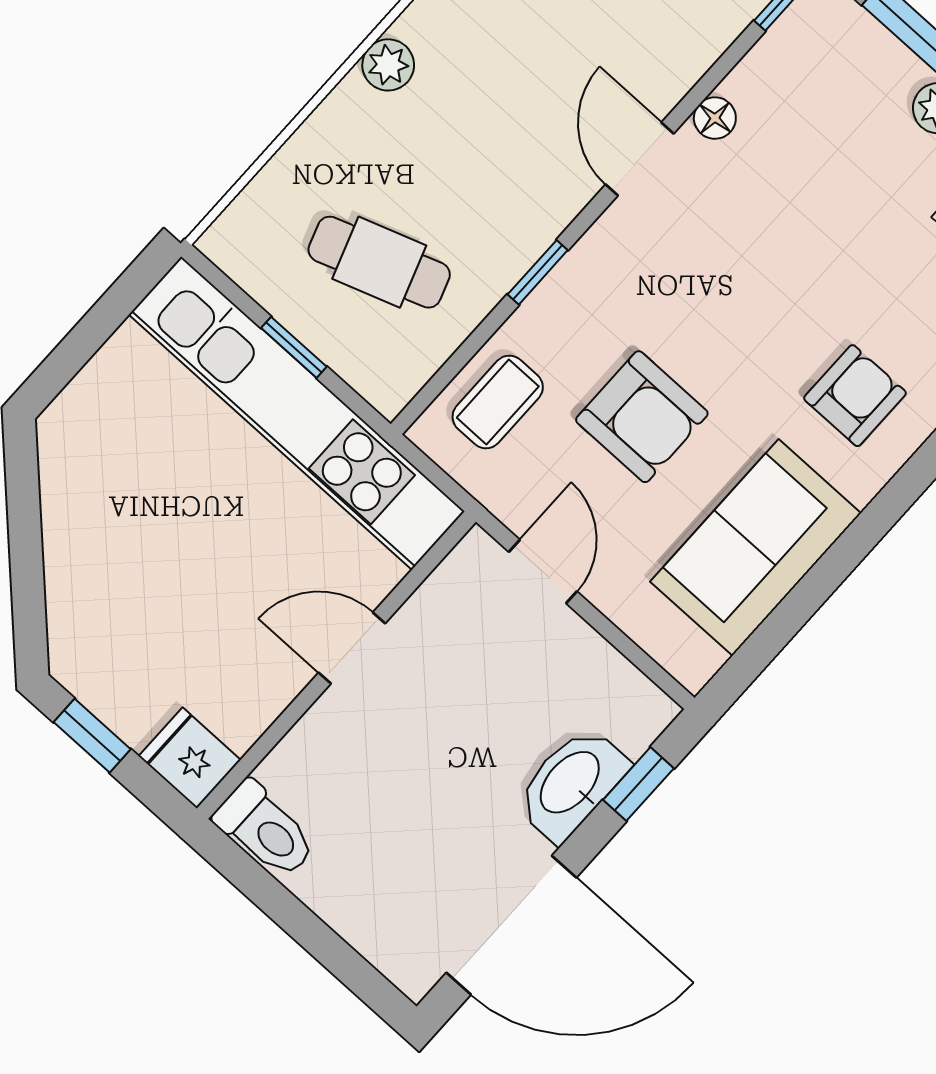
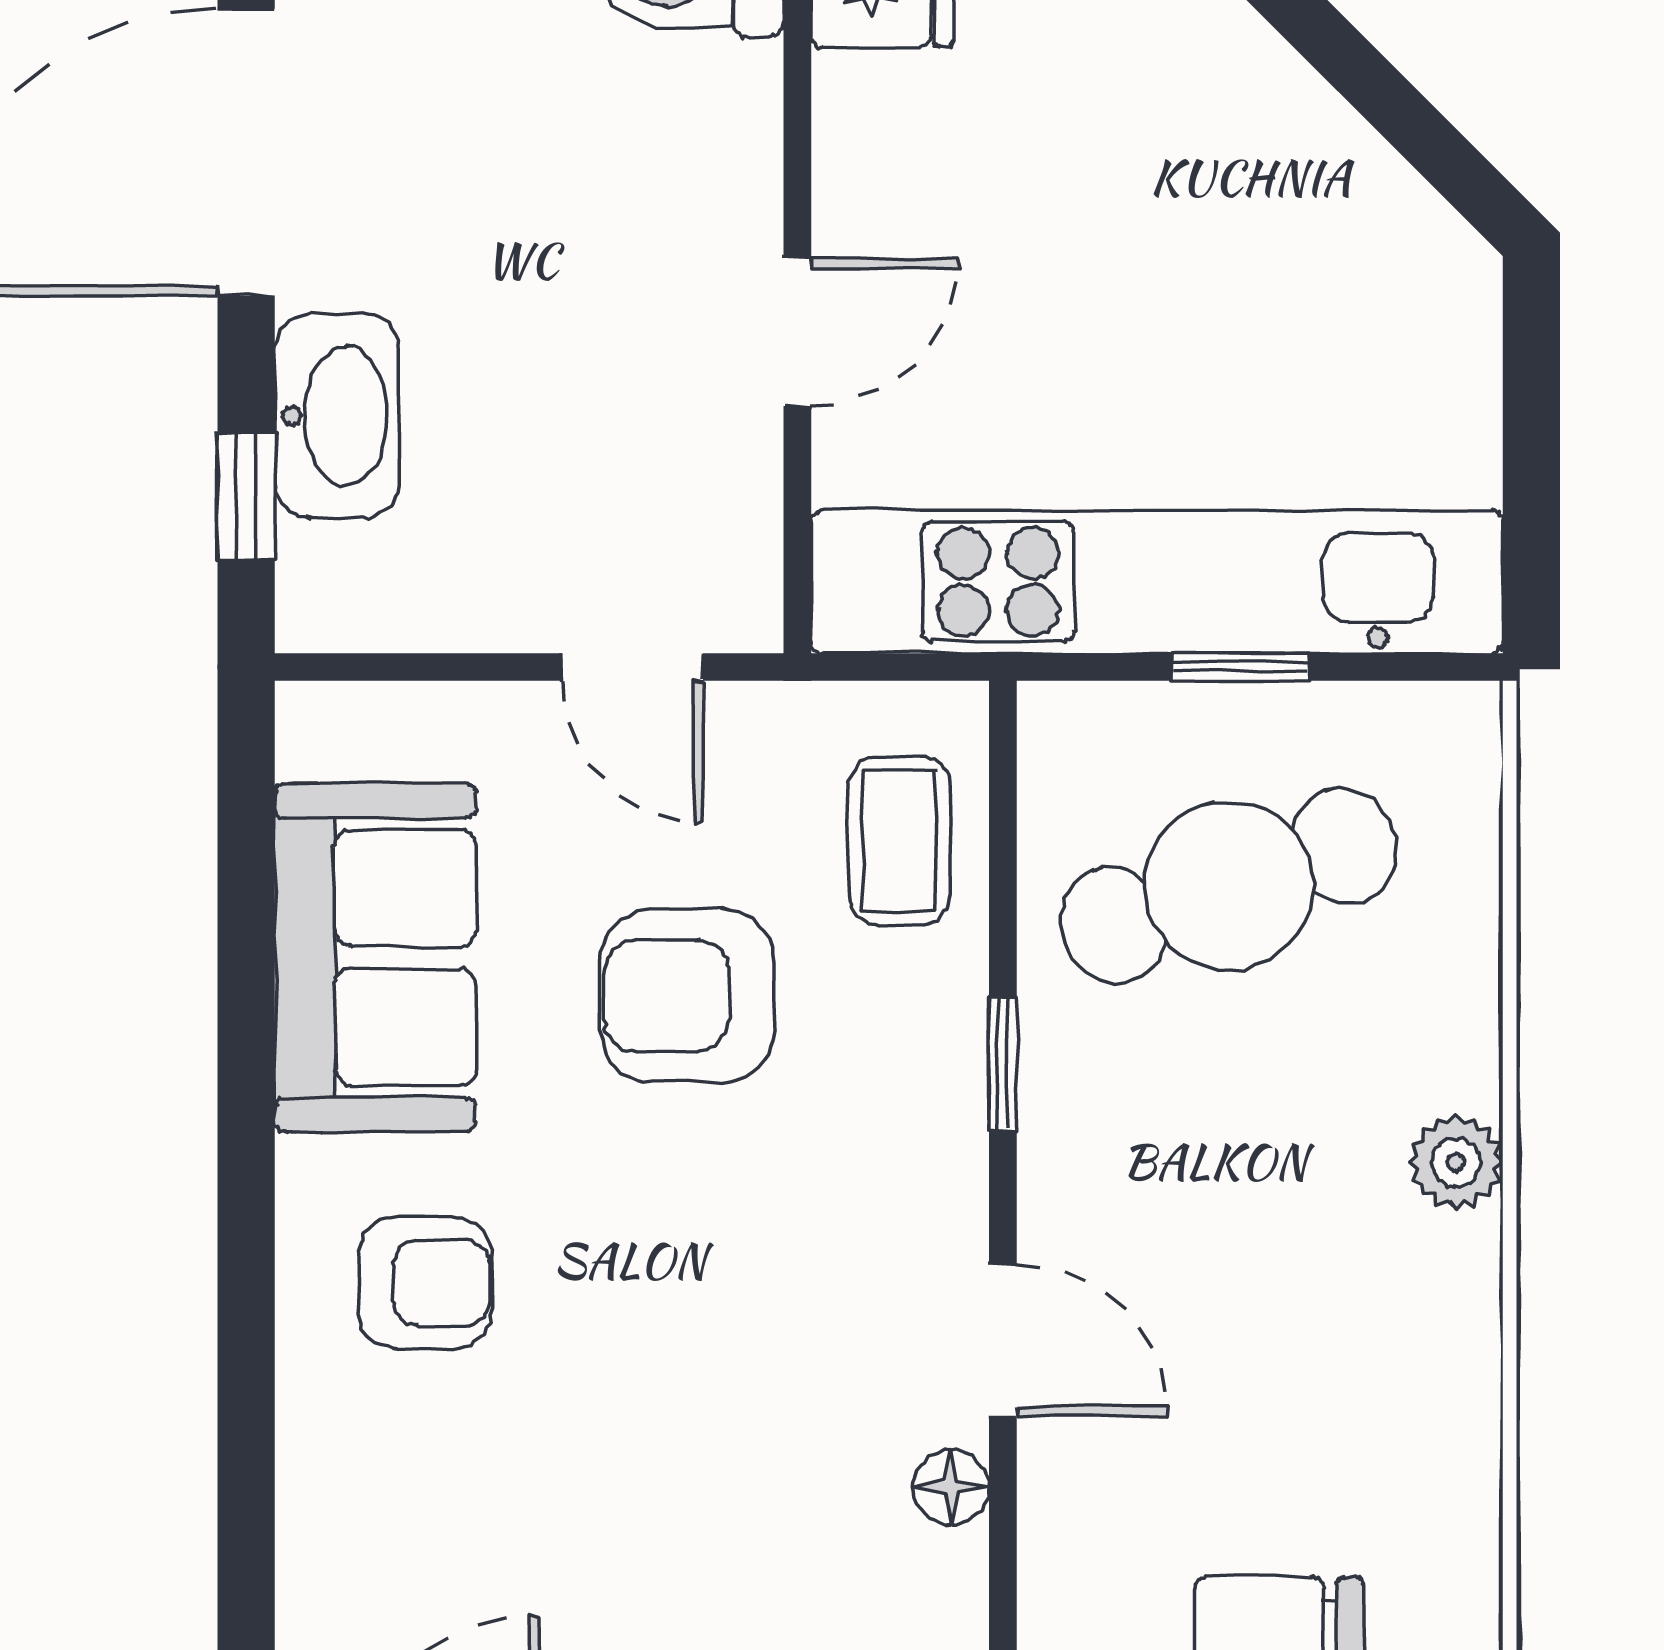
cafe table: (379, 262) -> (1229, 885), width x1.37, depth x1.35
armchair: (855, 396) -> (425, 1283), turned -90

